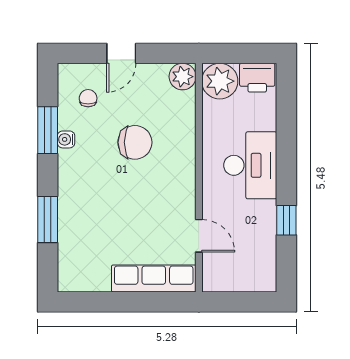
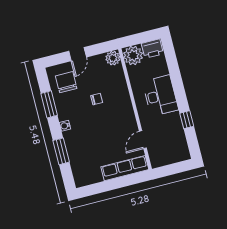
chair: (88, 98) -> (66, 82), width x1.87, depth x1.87
water cooler: (66, 139) -> (65, 126), moved
chair: (135, 142) -> (97, 99), width x0.54, depth x0.54
door: (199, 236) -> (143, 140), swing flipped

